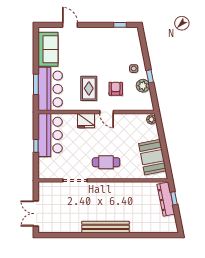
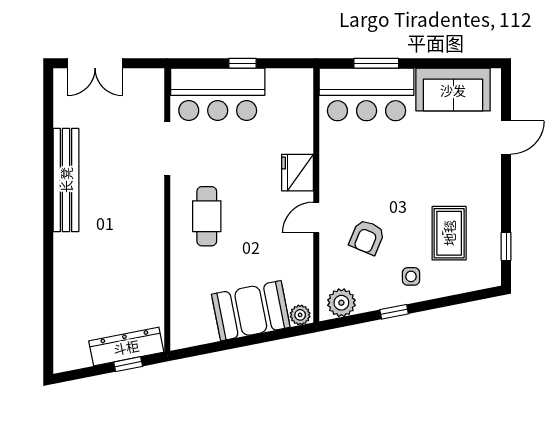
plant: (143, 86) -> (341, 303), moved
rug: (89, 88) -> (449, 233), moved, turned 90
armchair: (116, 89) -> (367, 237), turned 113
bar counter: (50, 135) -> (218, 94), moved
booth: (152, 157) -> (251, 311), moved
double door: (36, 214) -> (95, 63), swing flipped
bench: (106, 227) -> (66, 180), moved

